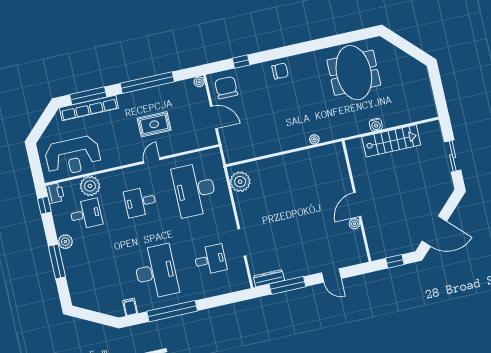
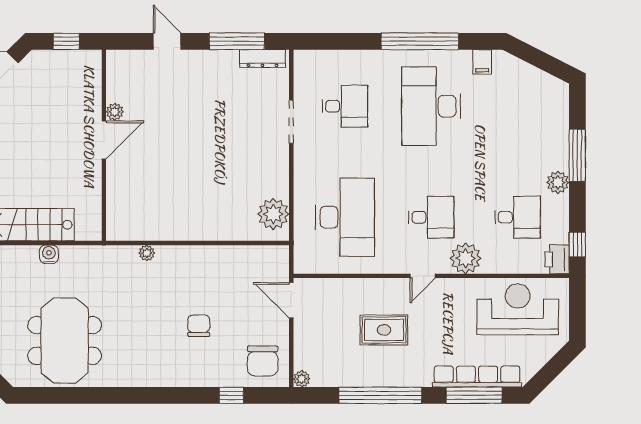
chair: (280, 71) -> (199, 326), moved, turned 90
door: (214, 117) -> (291, 300), moved
door: (152, 160) -> (423, 276), moved
plant: (90, 186) -> (466, 258), moved
desk: (86, 214) -> (518, 217), turned 180
desk: (210, 260) -> (345, 106), turned 180

